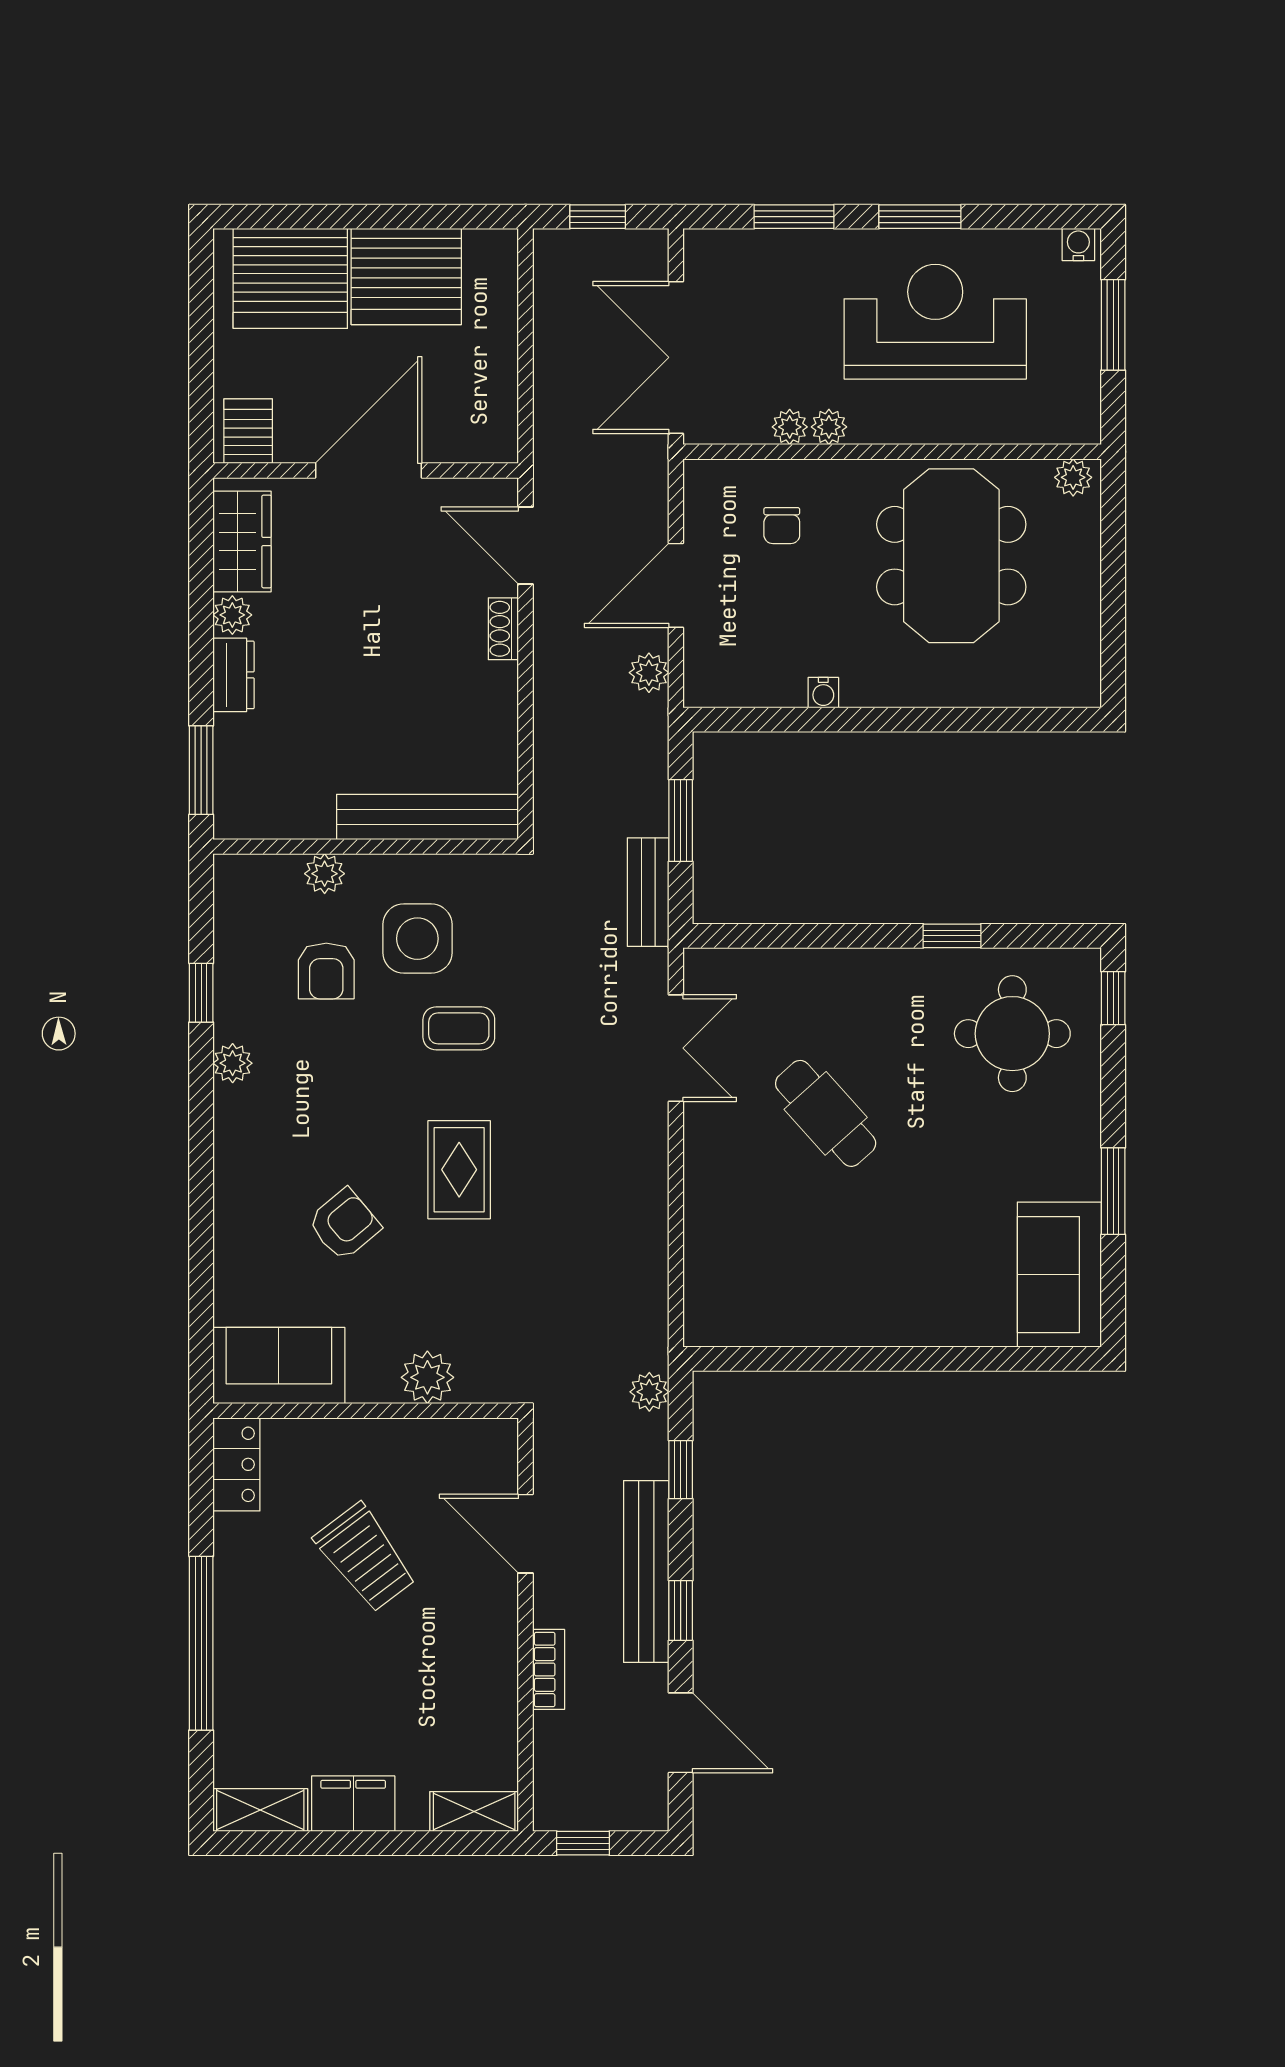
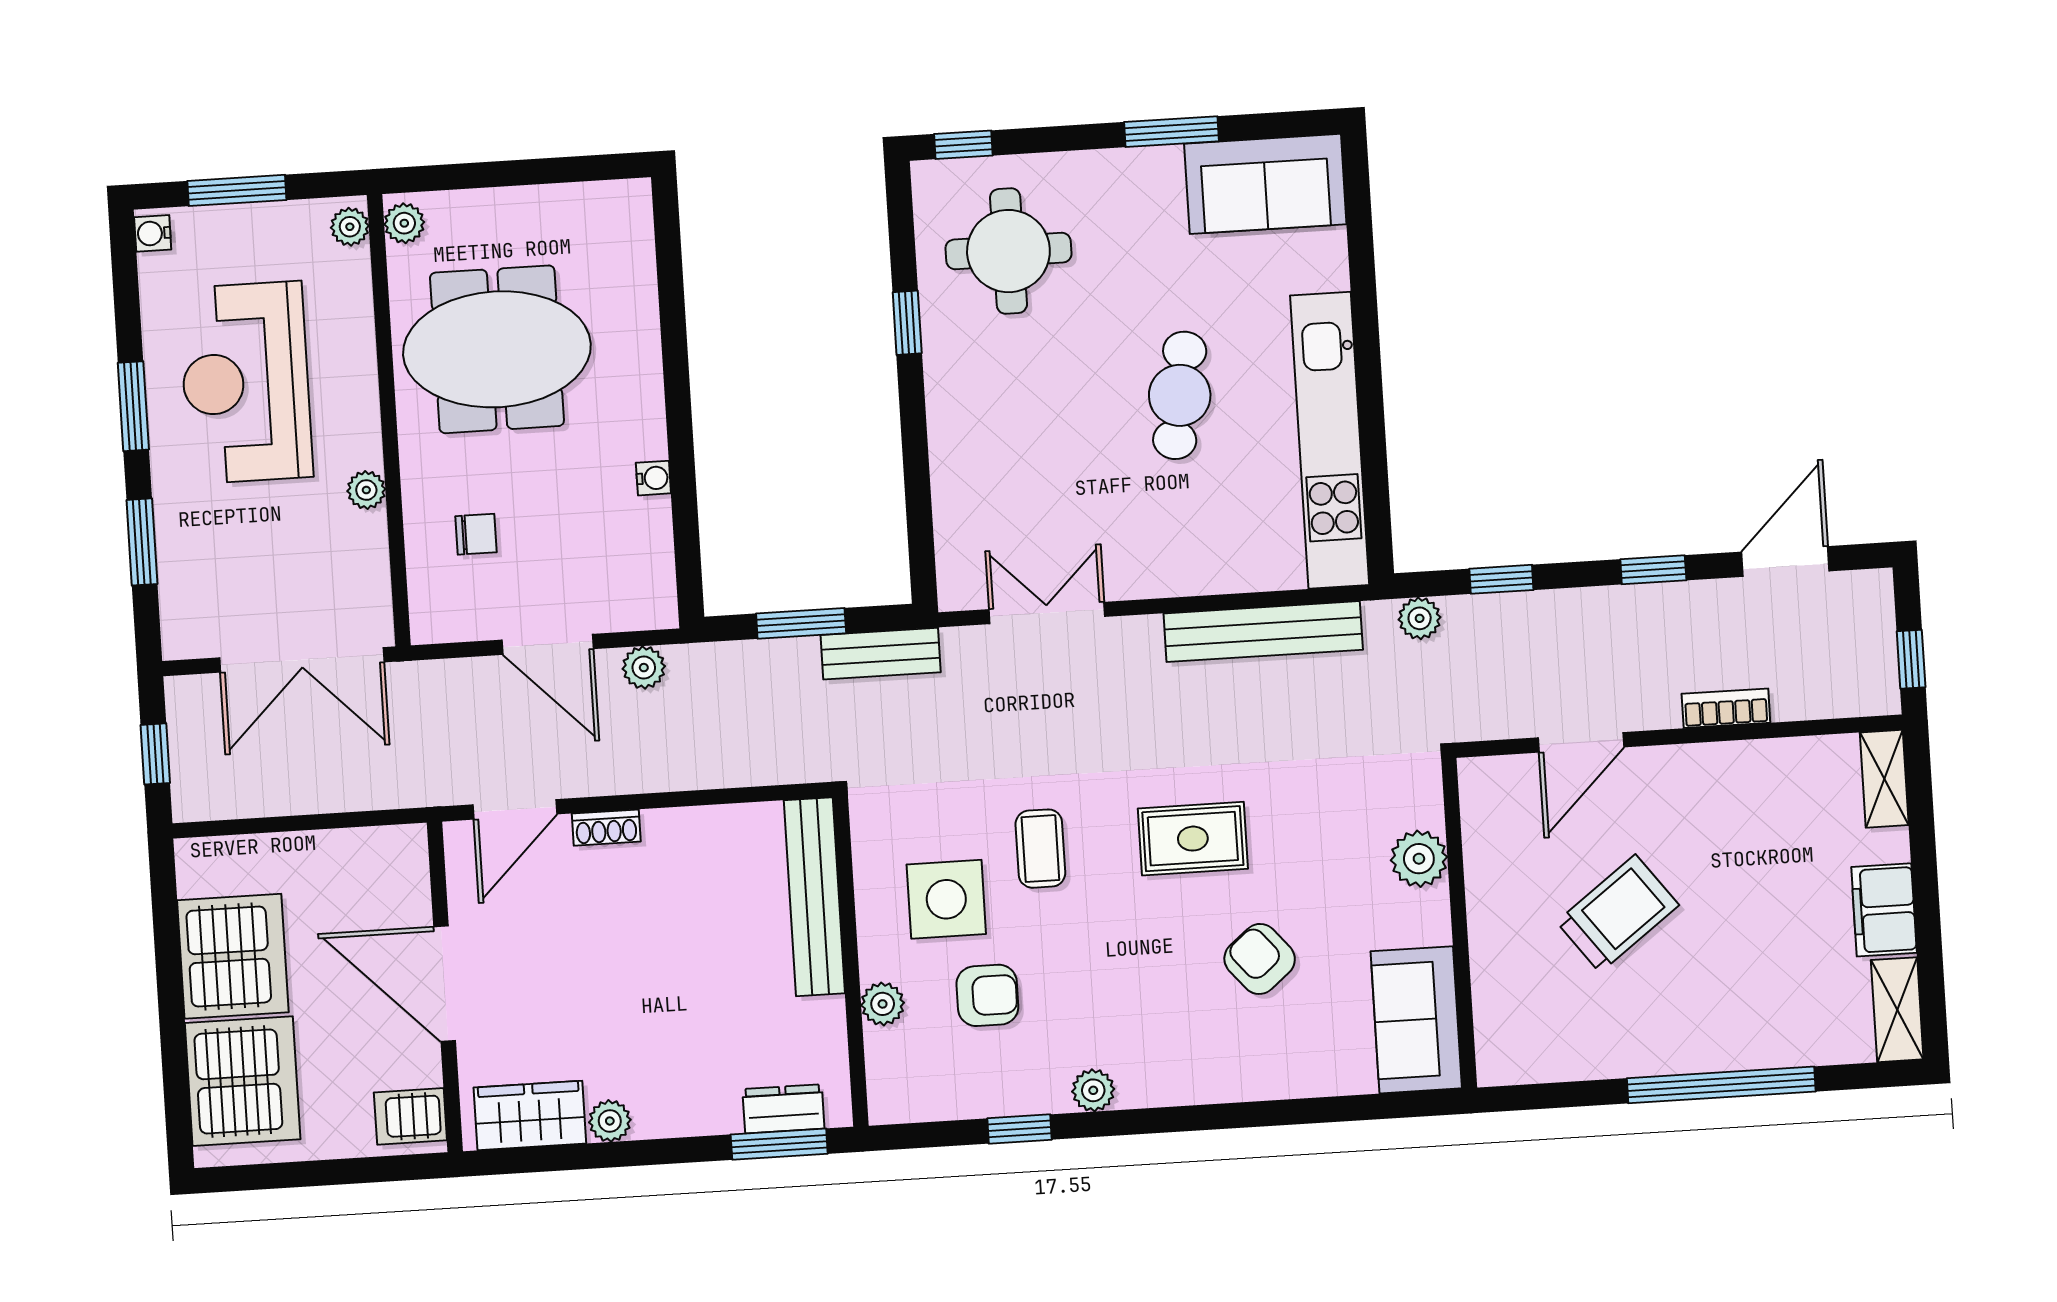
plant: (790, 427) -> (350, 227), moved
dresser: (233, 675) -> (783, 1109), moved
cafe table: (826, 1113) -> (1180, 395), moved, turned -38
kitchen unit: (819, 1319) -> (1330, 440), added
locker: (236, 1464) -> (1526, 1059), removed
bench: (646, 1572) -> (1263, 632), moved

